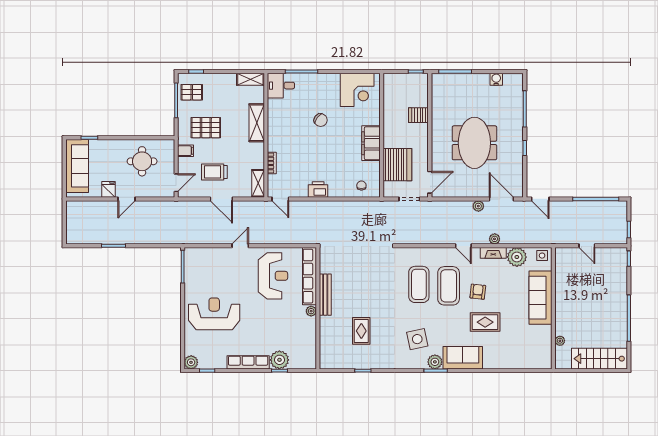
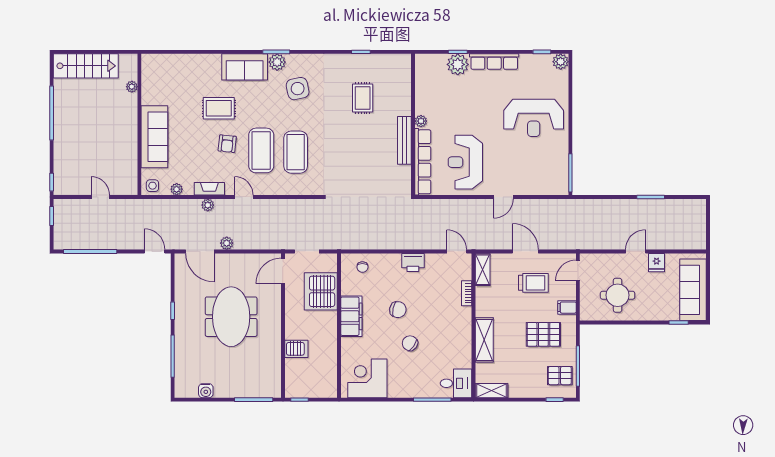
chair: (331, 149) -> (398, 310), added
plant: (517, 257) -> (177, 189), width x0.53, depth x0.53

